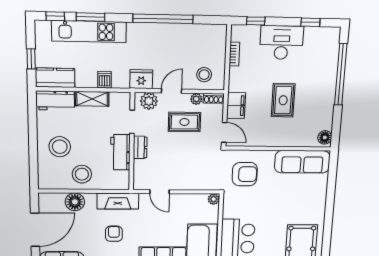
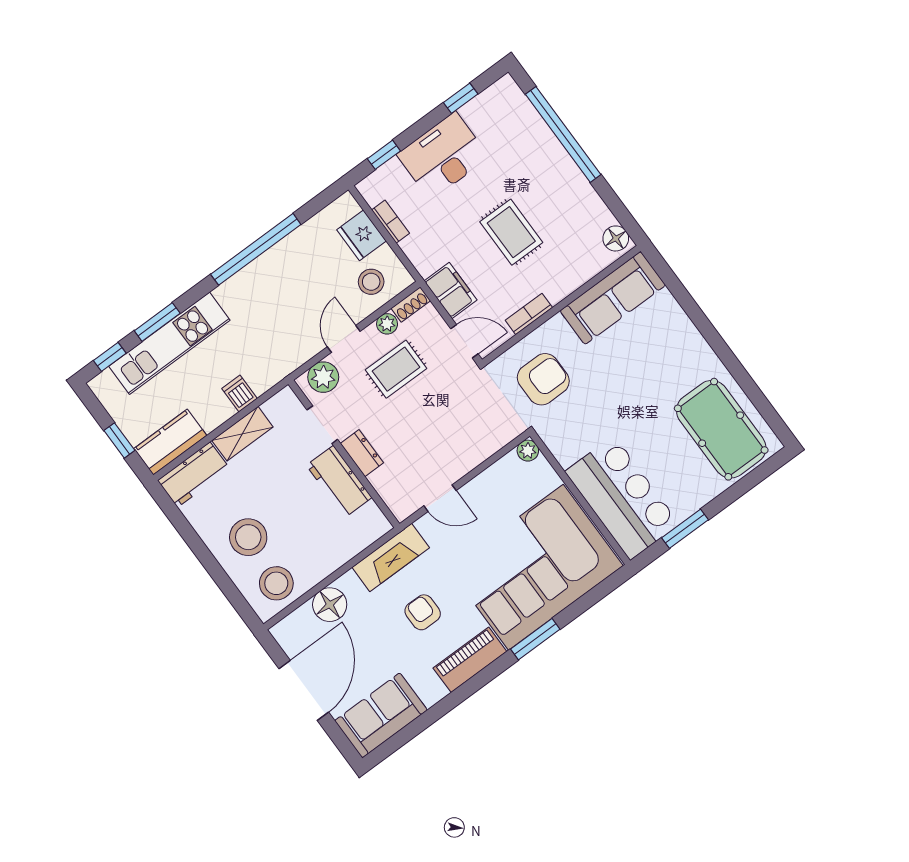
fridge: (141, 79) -> (362, 235), moved, turned -90
bookcase: (262, 142) -> (529, 314), added
stool: (82, 174) -> (276, 583), moved

